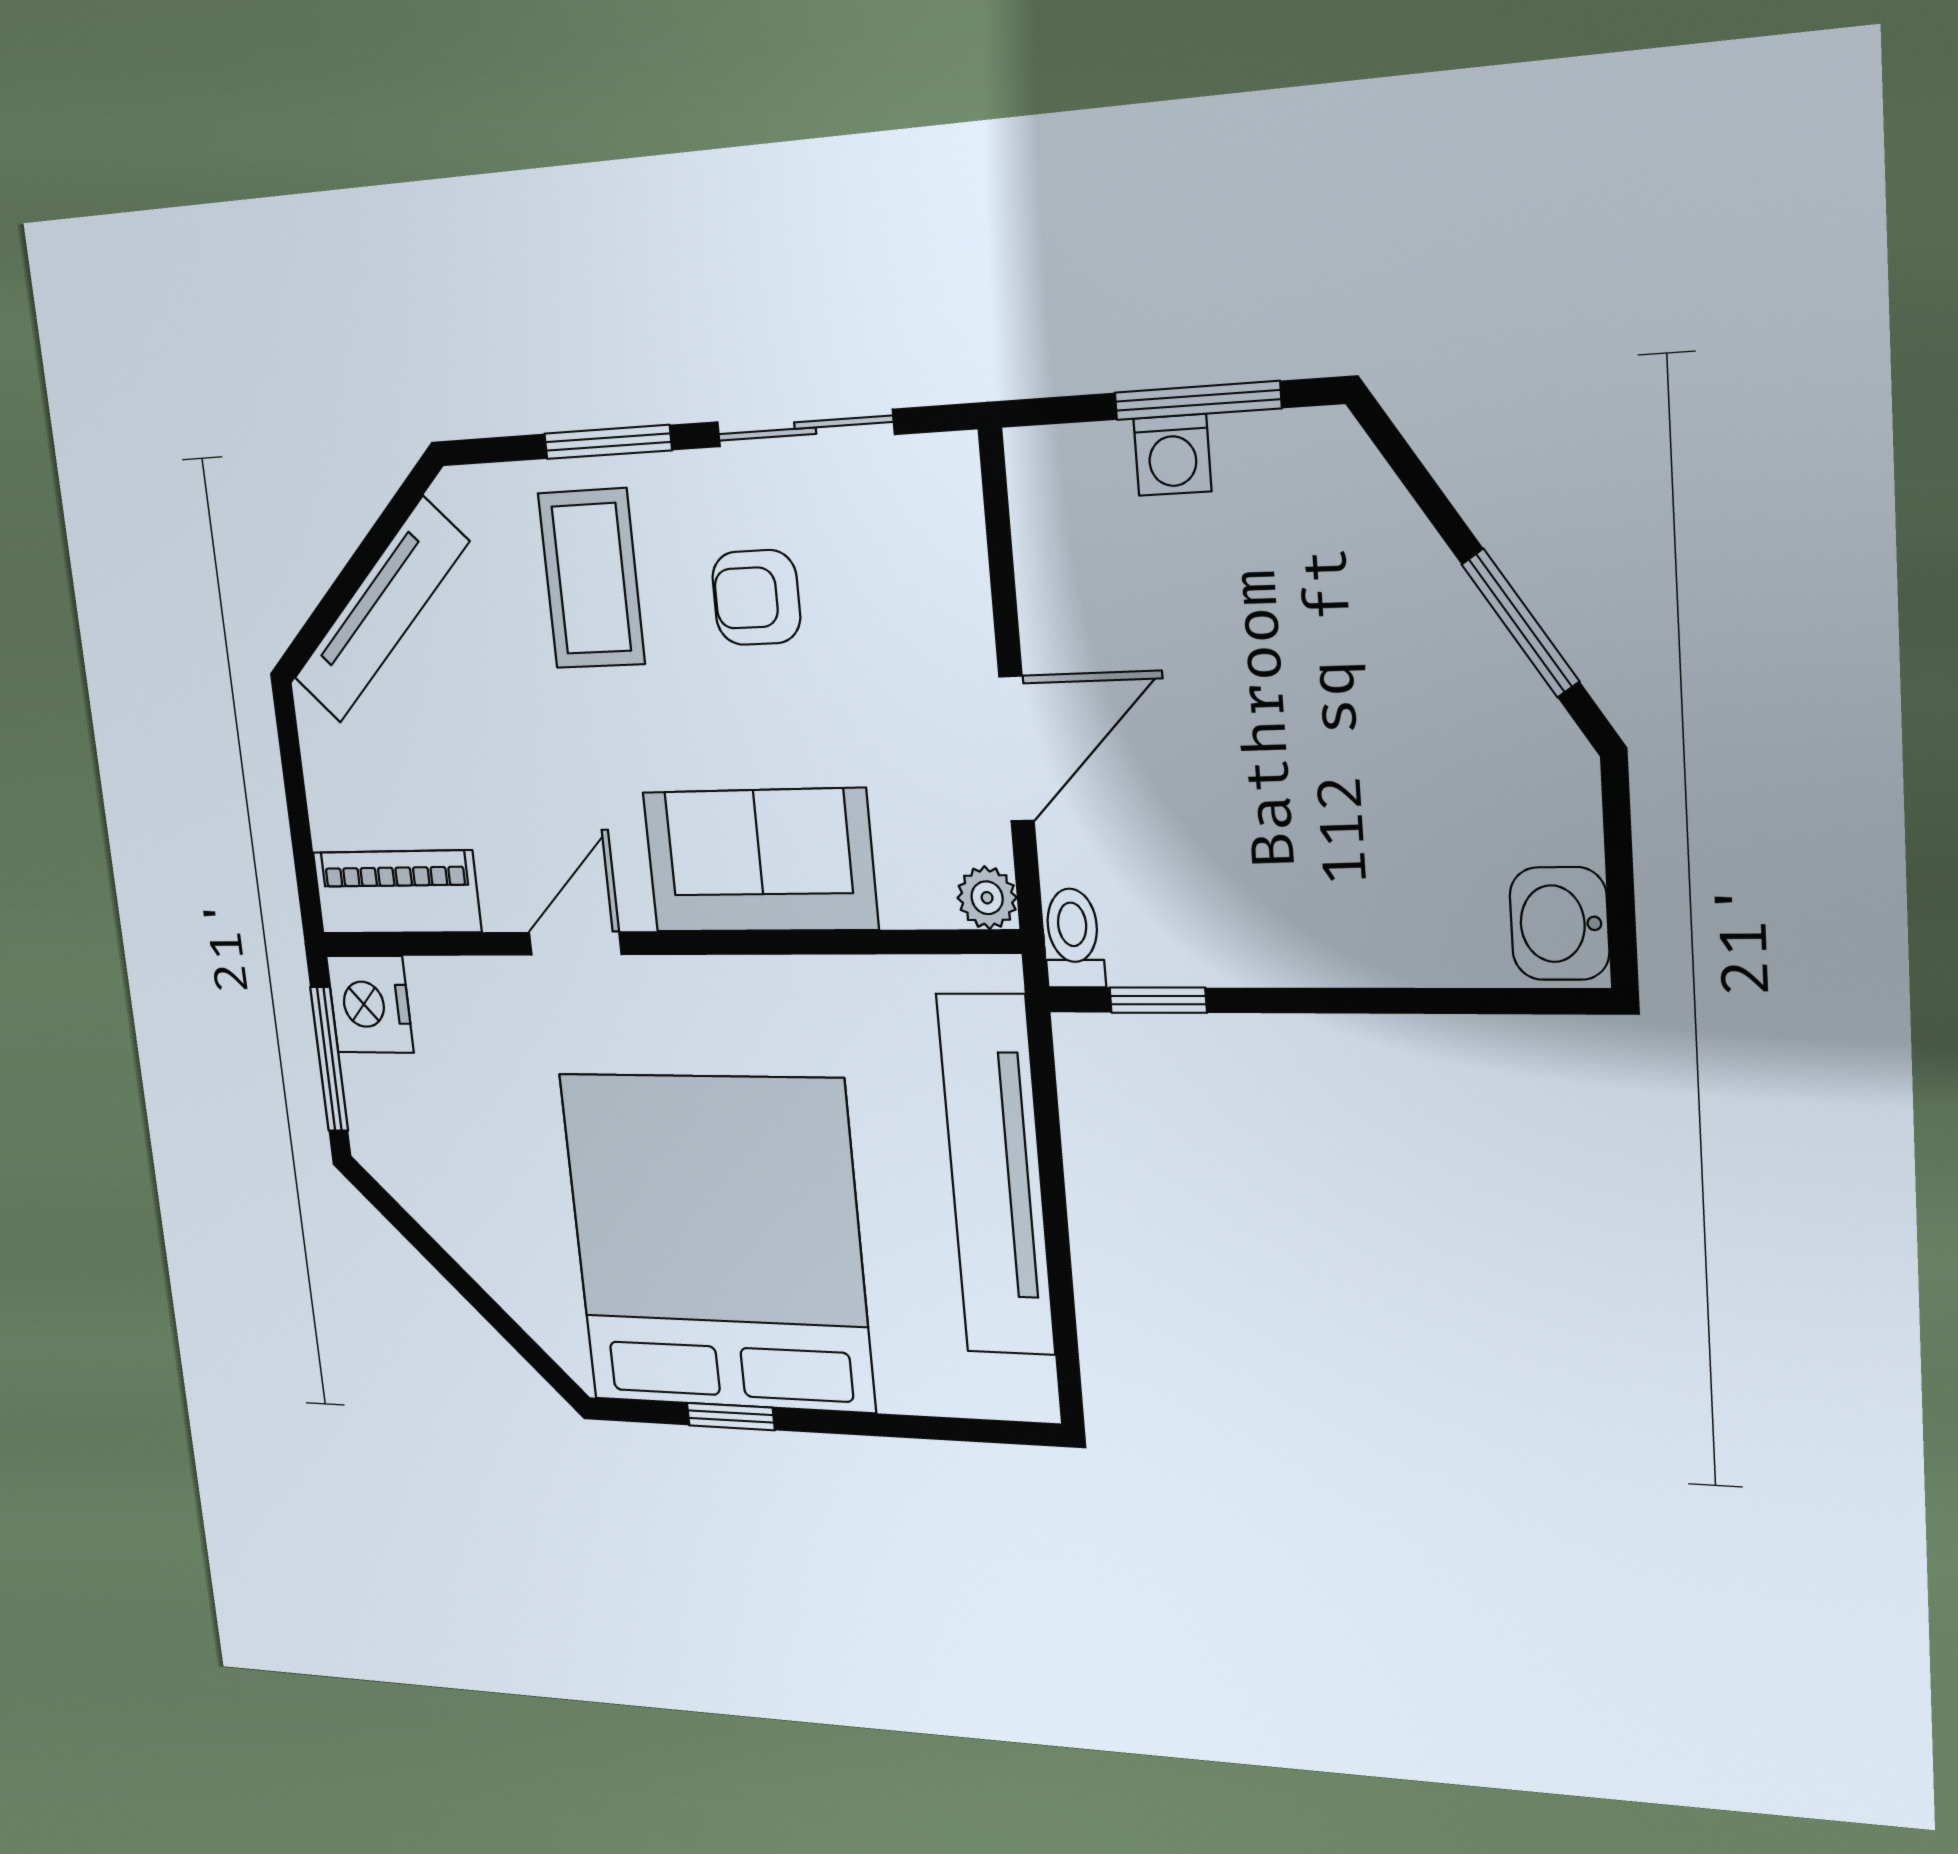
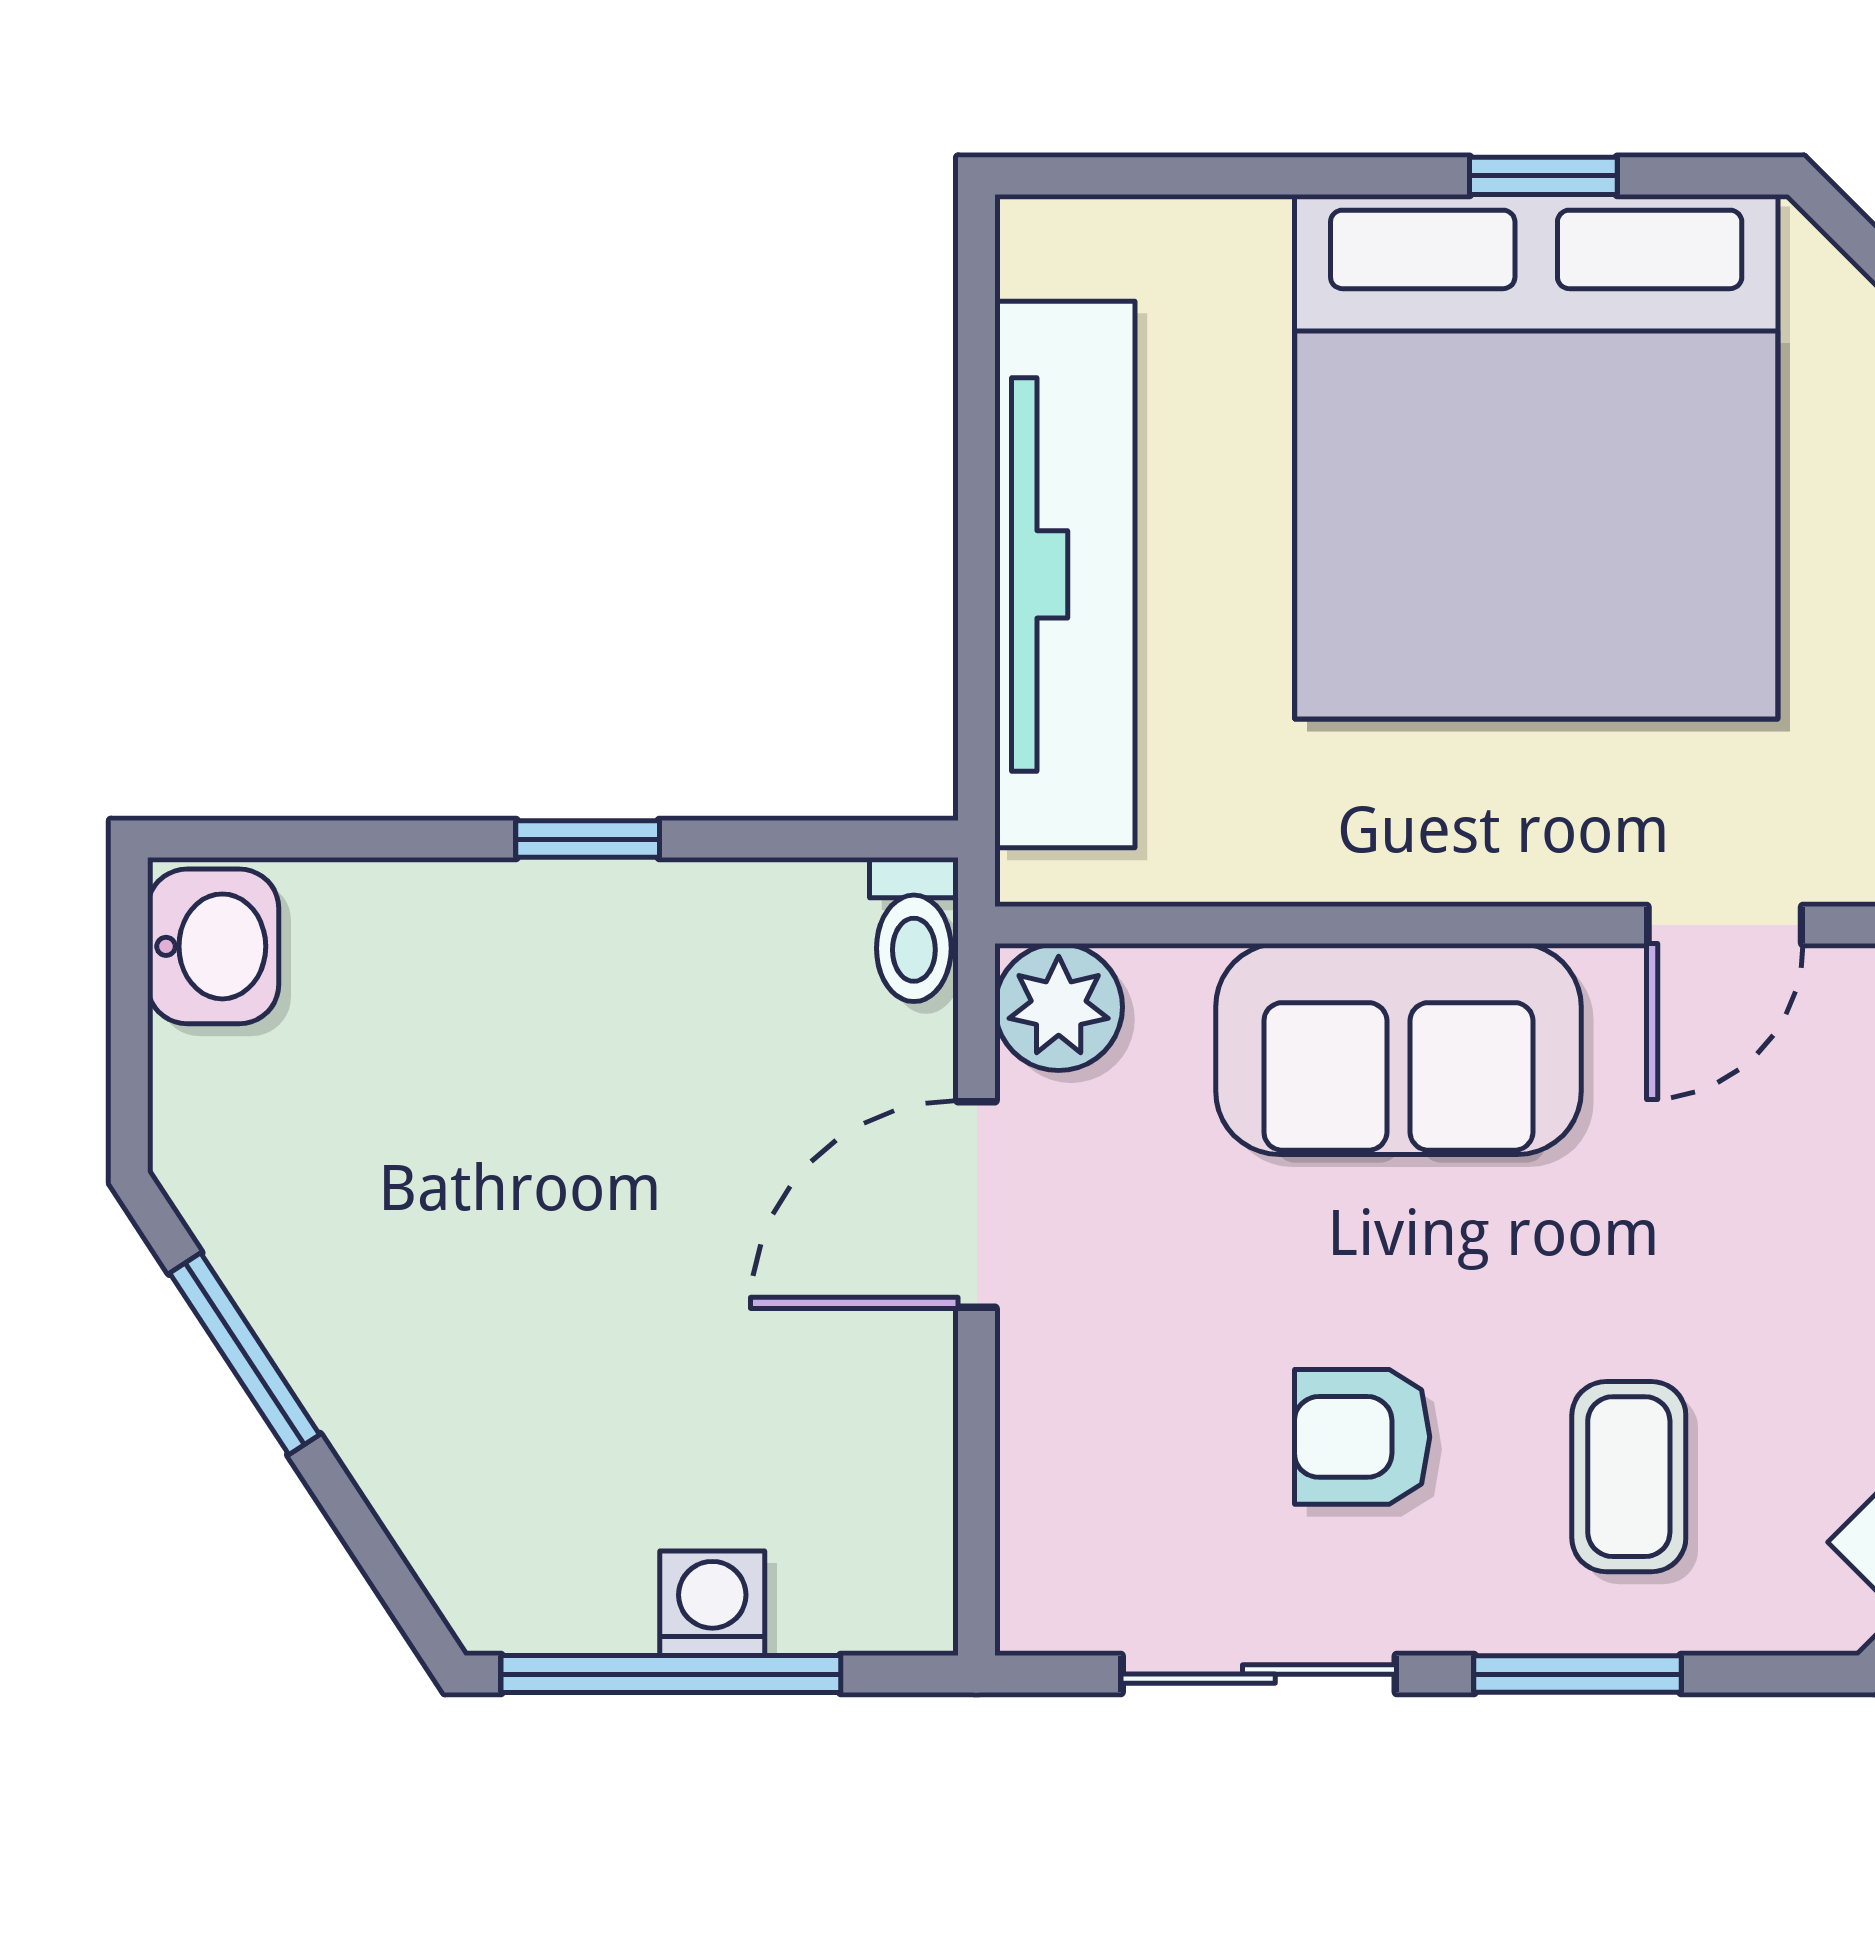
window: (1198, 400) -> (671, 1674), width x1.44
coffee table: (591, 579) -> (1629, 1477), width x0.73, depth x0.77
armchair: (756, 597) -> (1362, 1437), turned 180
plant: (987, 898) -> (1059, 1007), width x1.38, depth x1.38
window: (1158, 1000) -> (588, 839), moved

